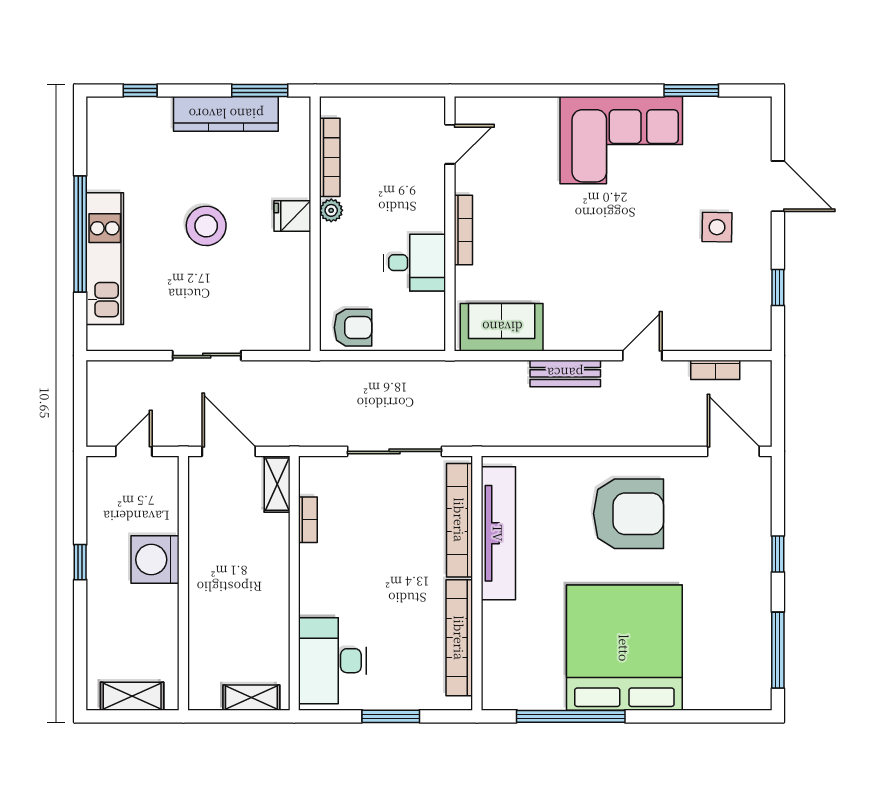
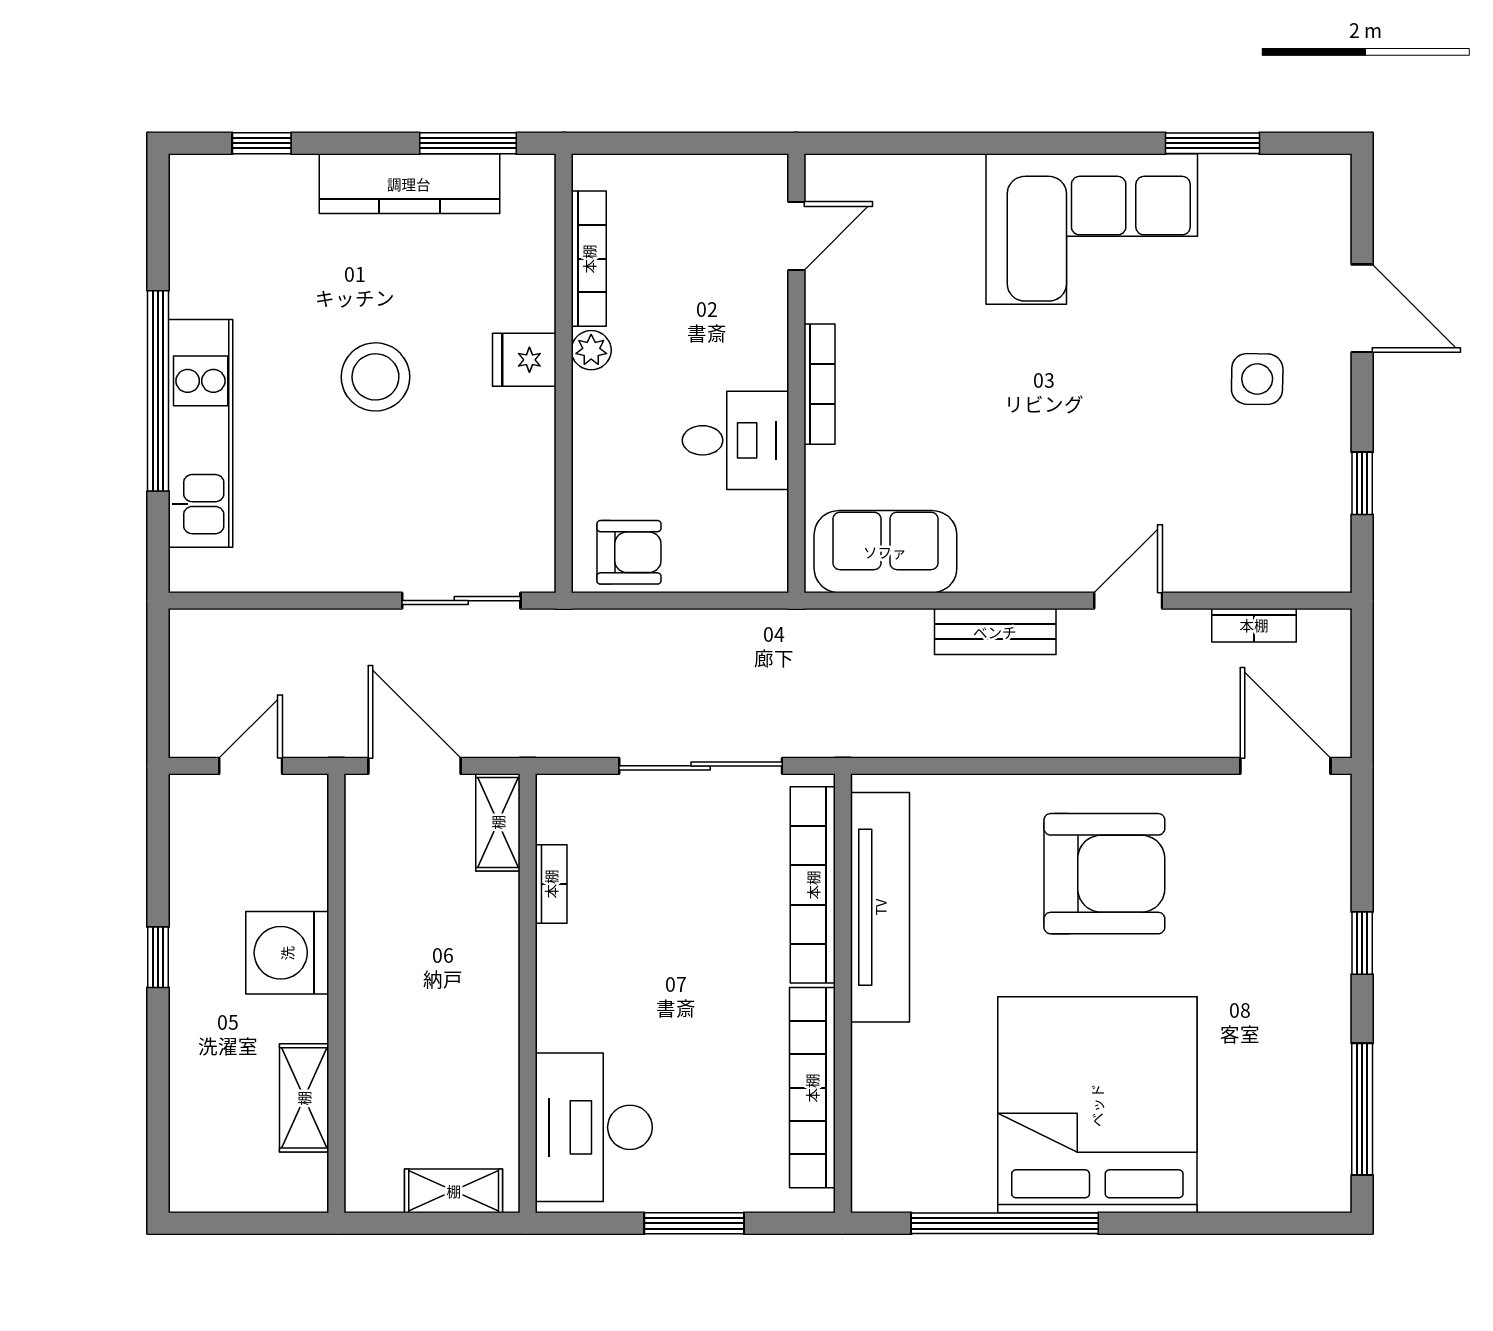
sliding door: (207, 356) -> (461, 601), moved
shelving: (132, 696) -> (304, 1098), moved, turned 90

